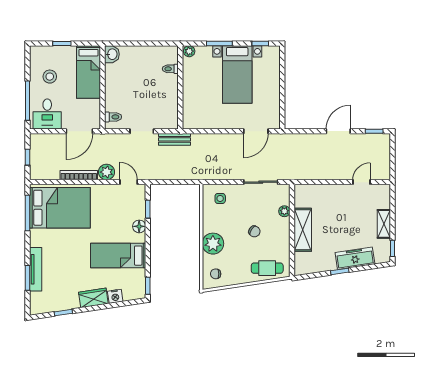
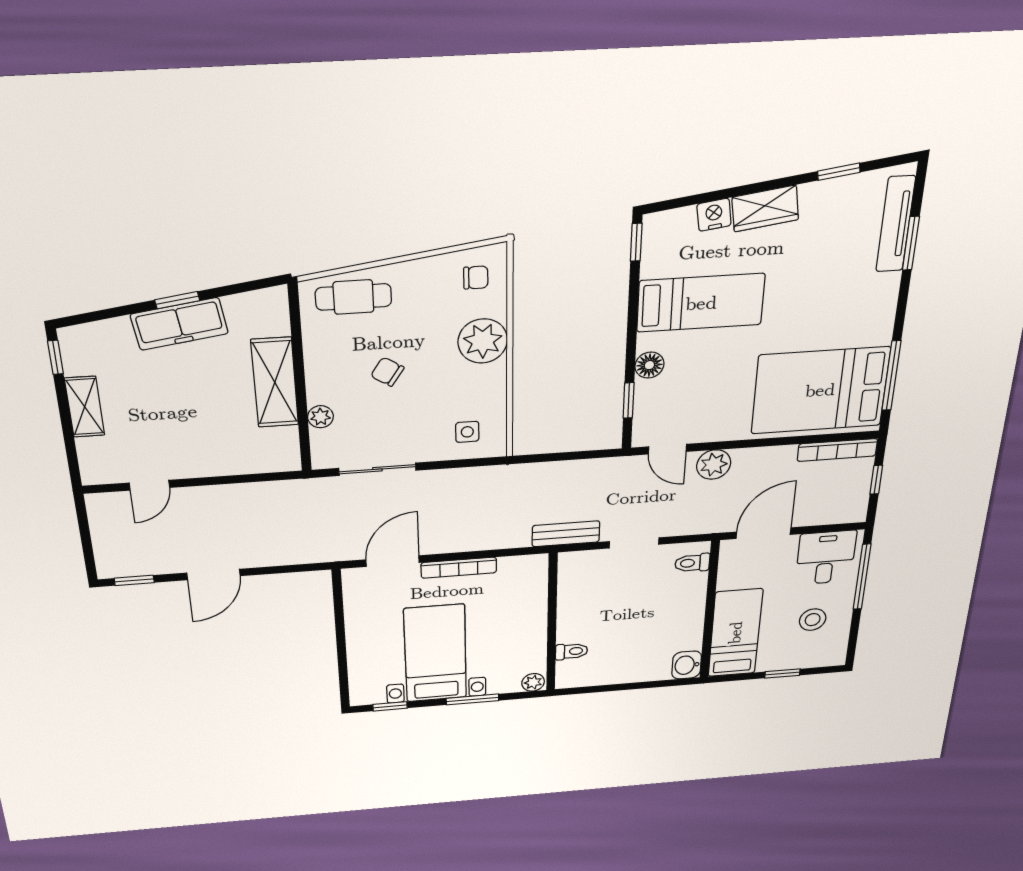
bookcase: (225, 125) -> (459, 568), added
bookcase: (79, 175) -> (837, 450), moved
freezer: (355, 258) -> (179, 324), moved
tv unit: (36, 269) -> (896, 224), moved

